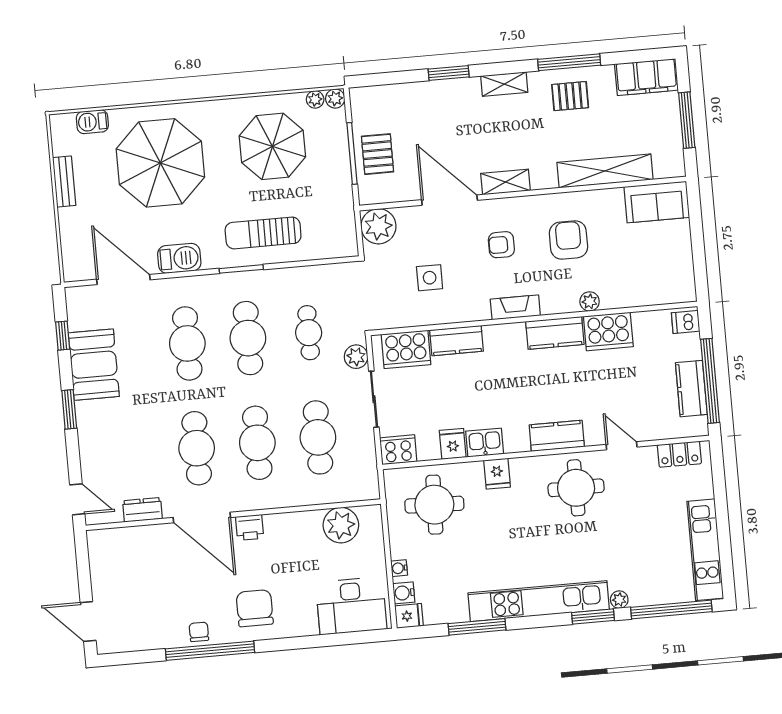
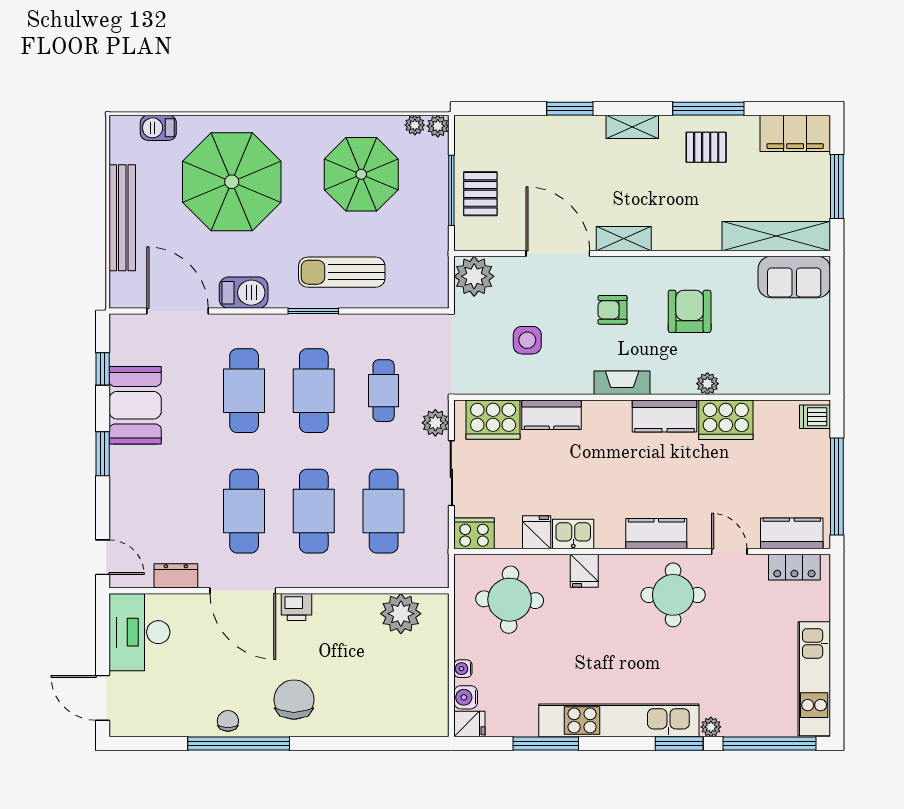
shelving: (605, 171) -> (776, 236), moved
bench: (64, 182) -> (122, 218), width x1.86, depth x1.21
kitchen counter: (691, 389) -> (792, 533), moved, turned 90
desk: (351, 606) -> (139, 632), moved, turned 90

